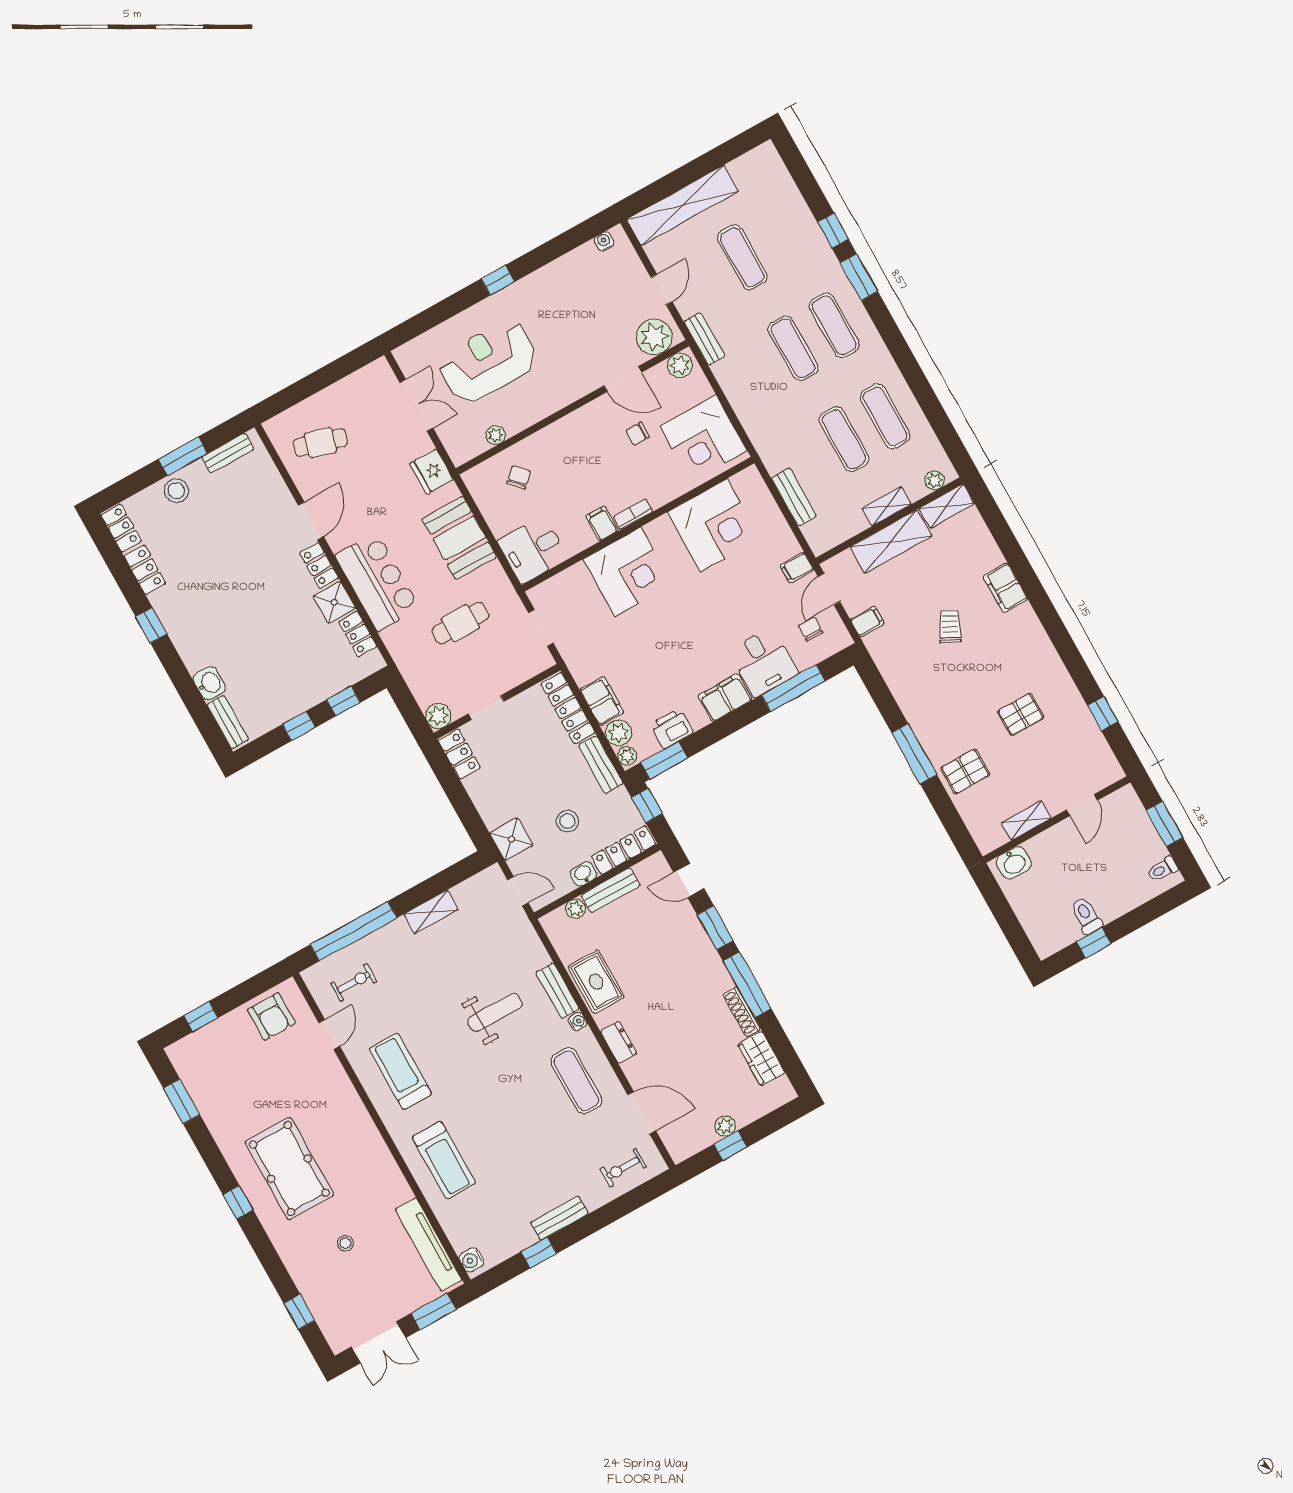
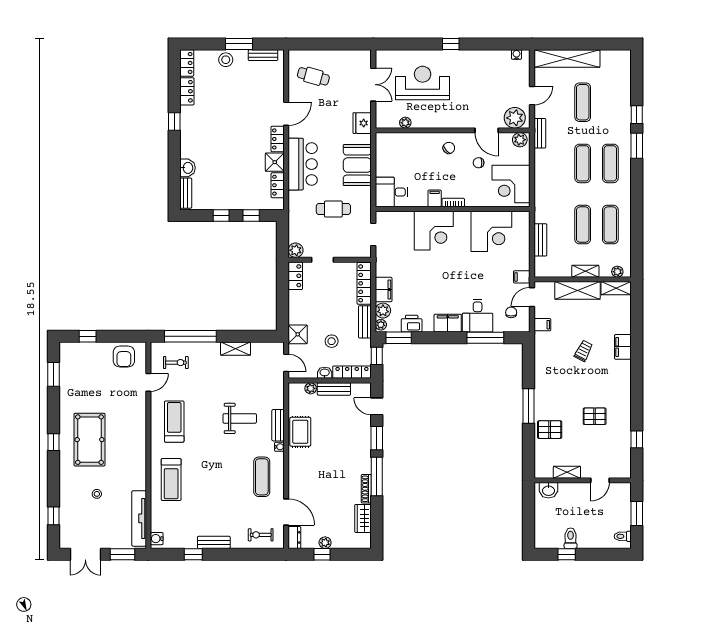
chair: (519, 477) -> (449, 148), moved
dresser: (619, 1042) -> (294, 537), moved

